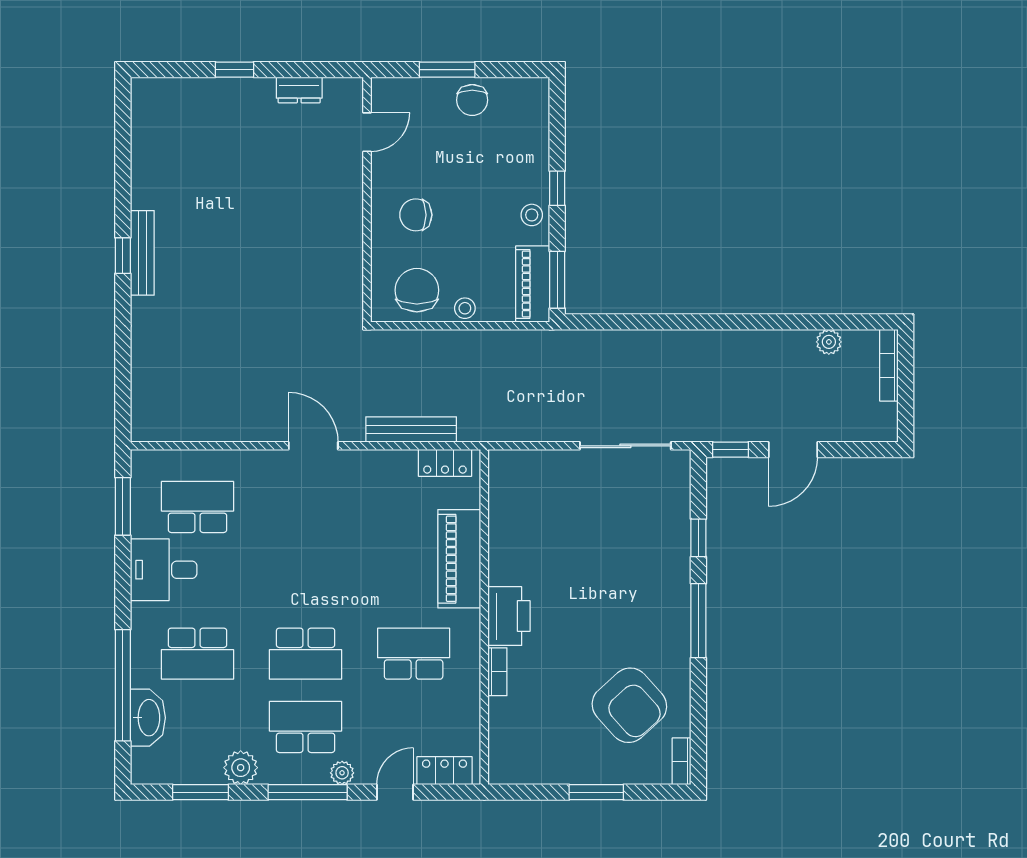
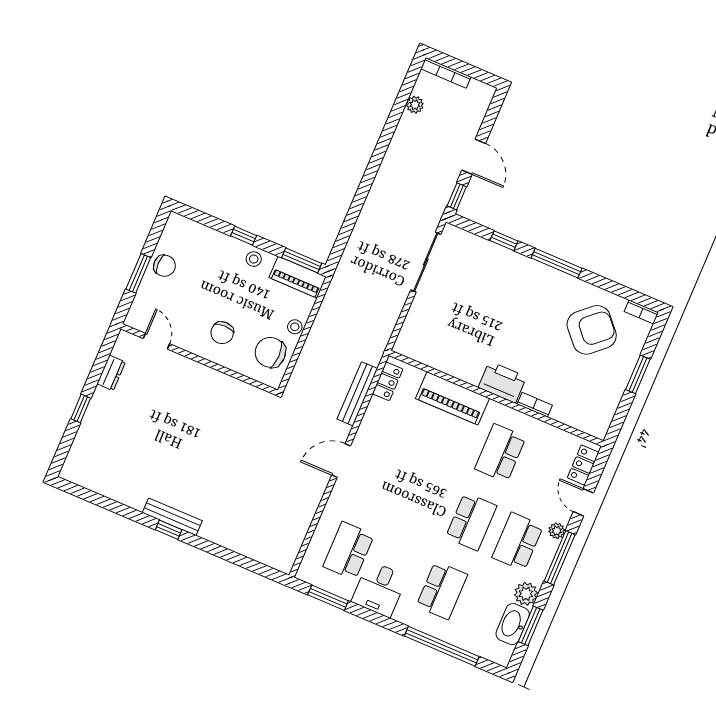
washbasin: (148, 718) -> (513, 624), moved, turned -90

